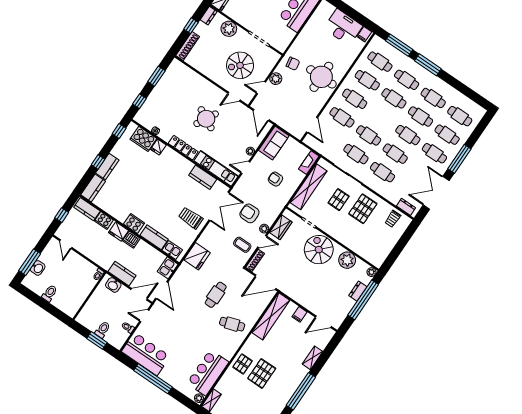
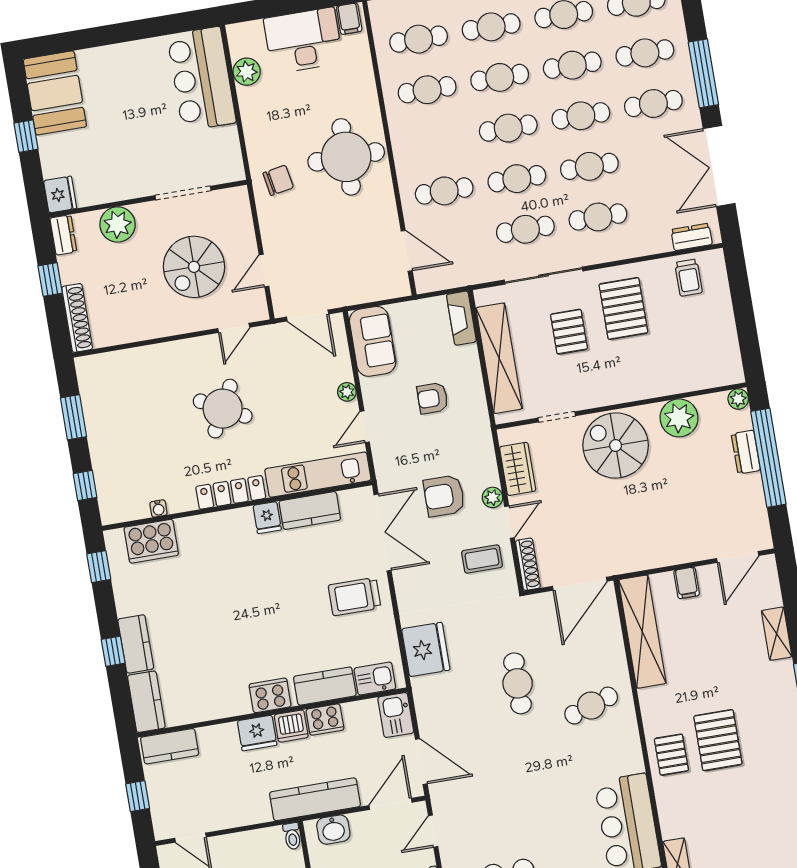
plant: (276, 79) -> (247, 72), moved
cafe table: (355, 99) -> (508, 128), moved
fridge: (158, 147) -> (267, 518), moved
cooker: (104, 220) -> (325, 720), moved
kitchen counter: (122, 274) -> (315, 799), width x1.50

